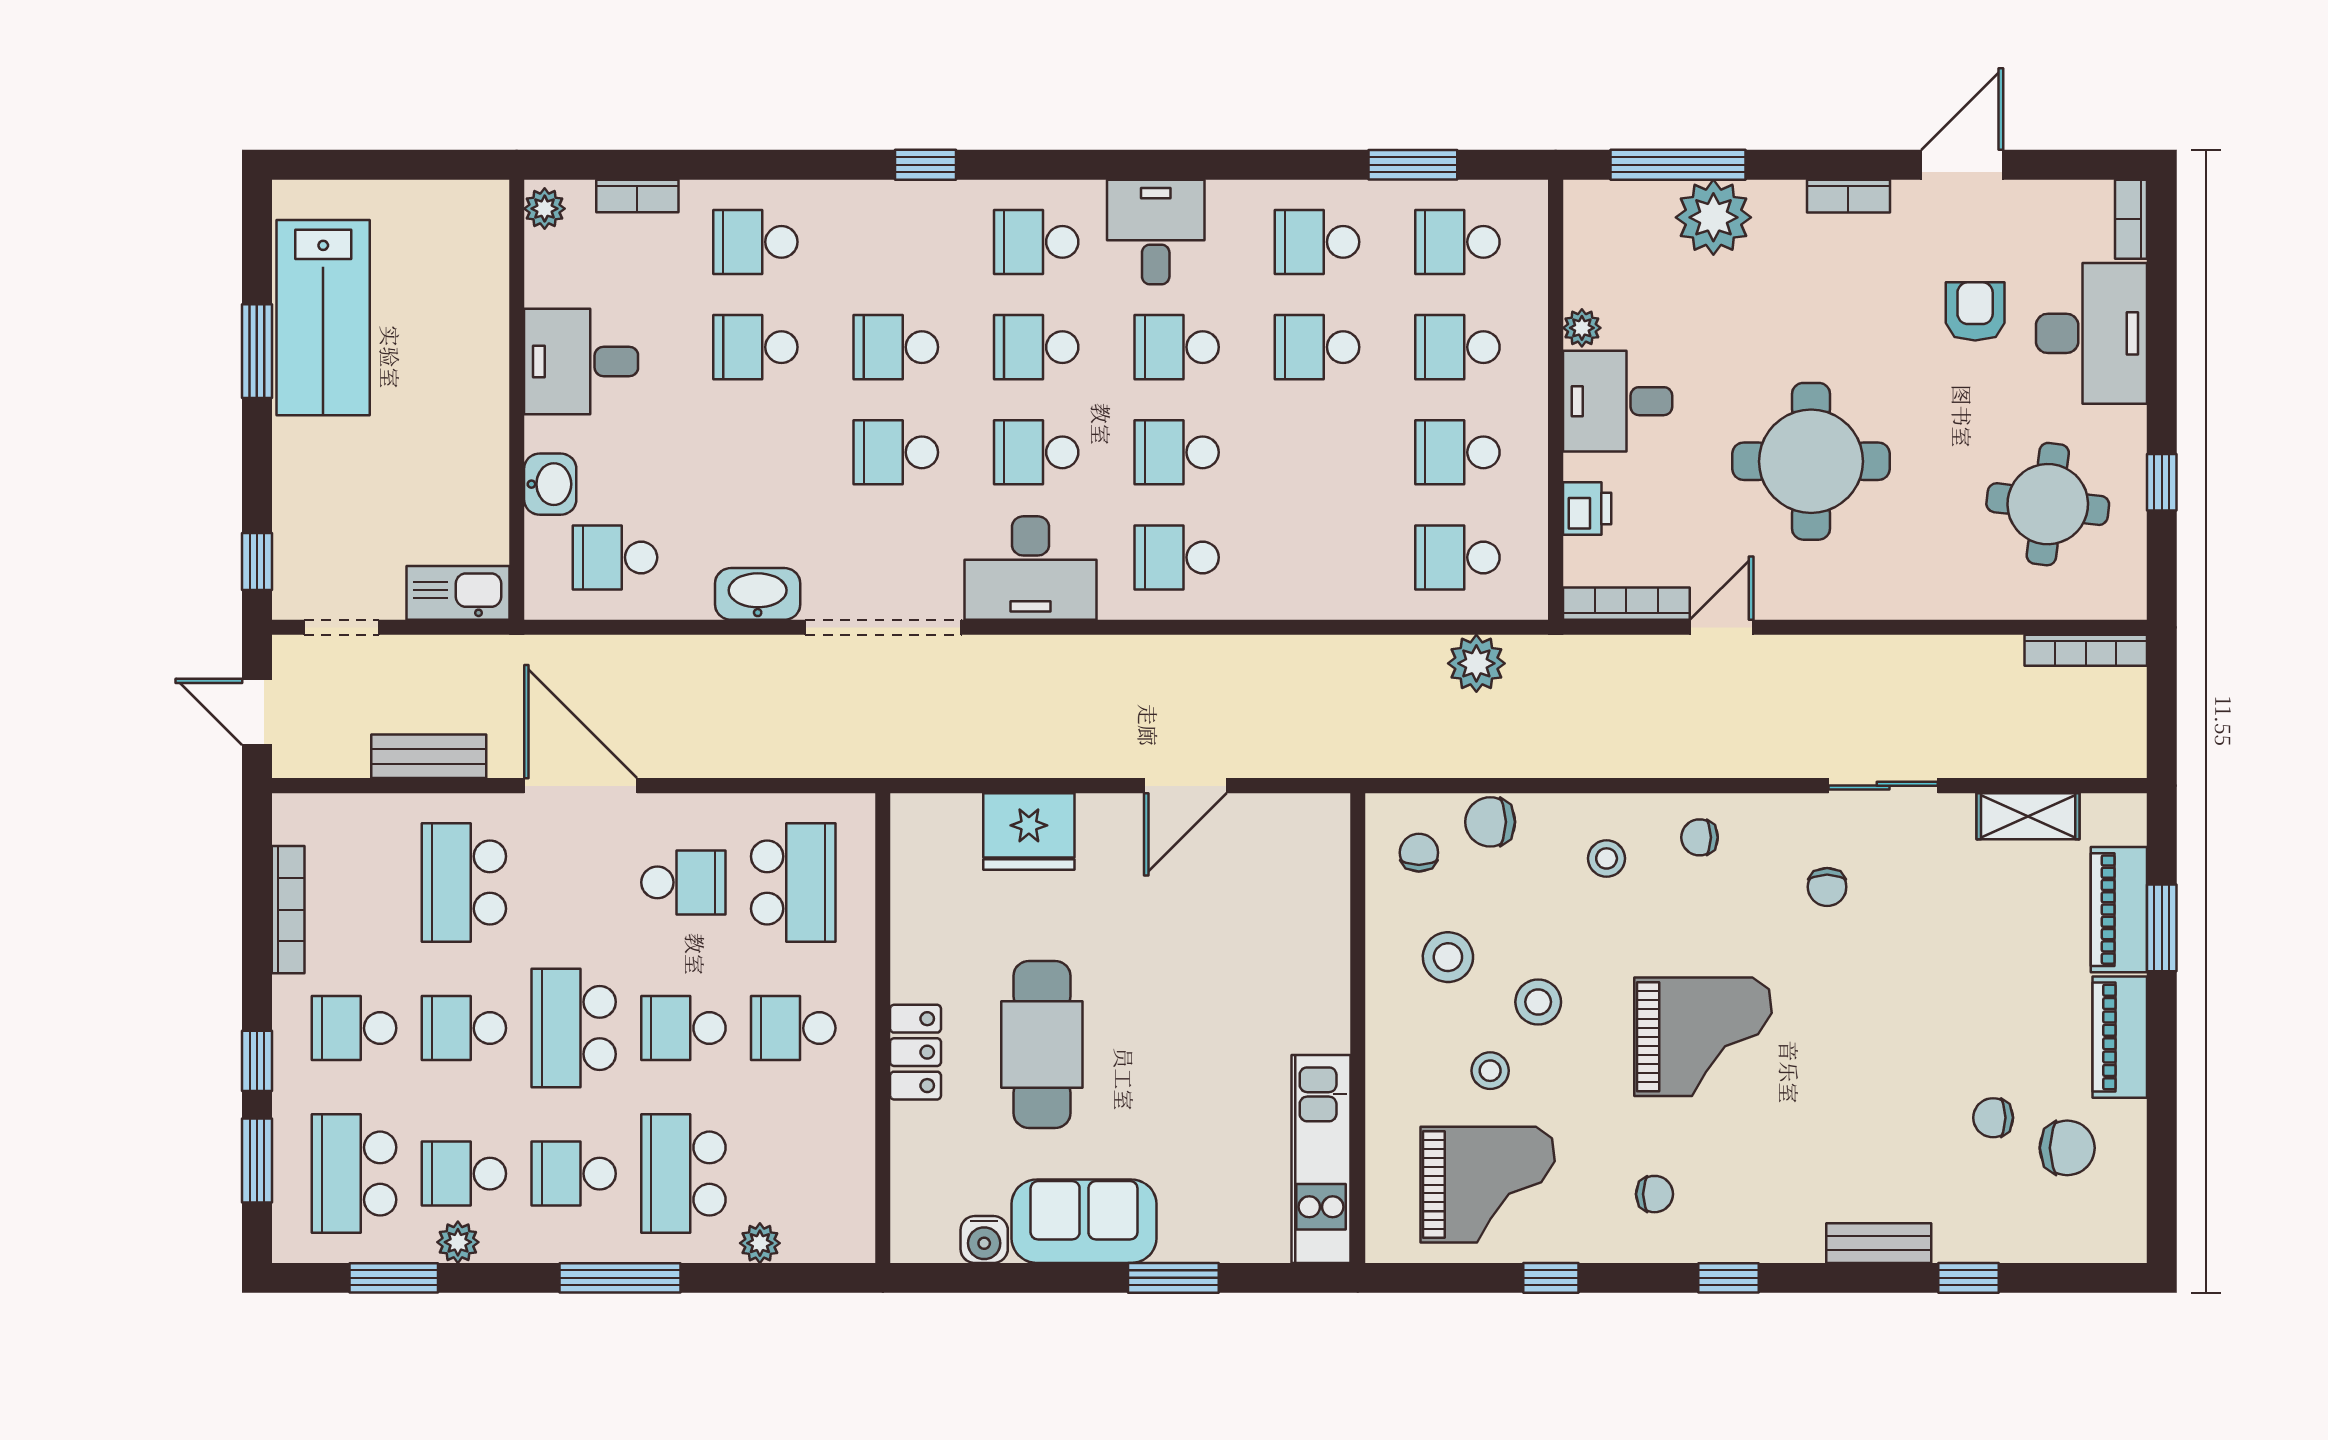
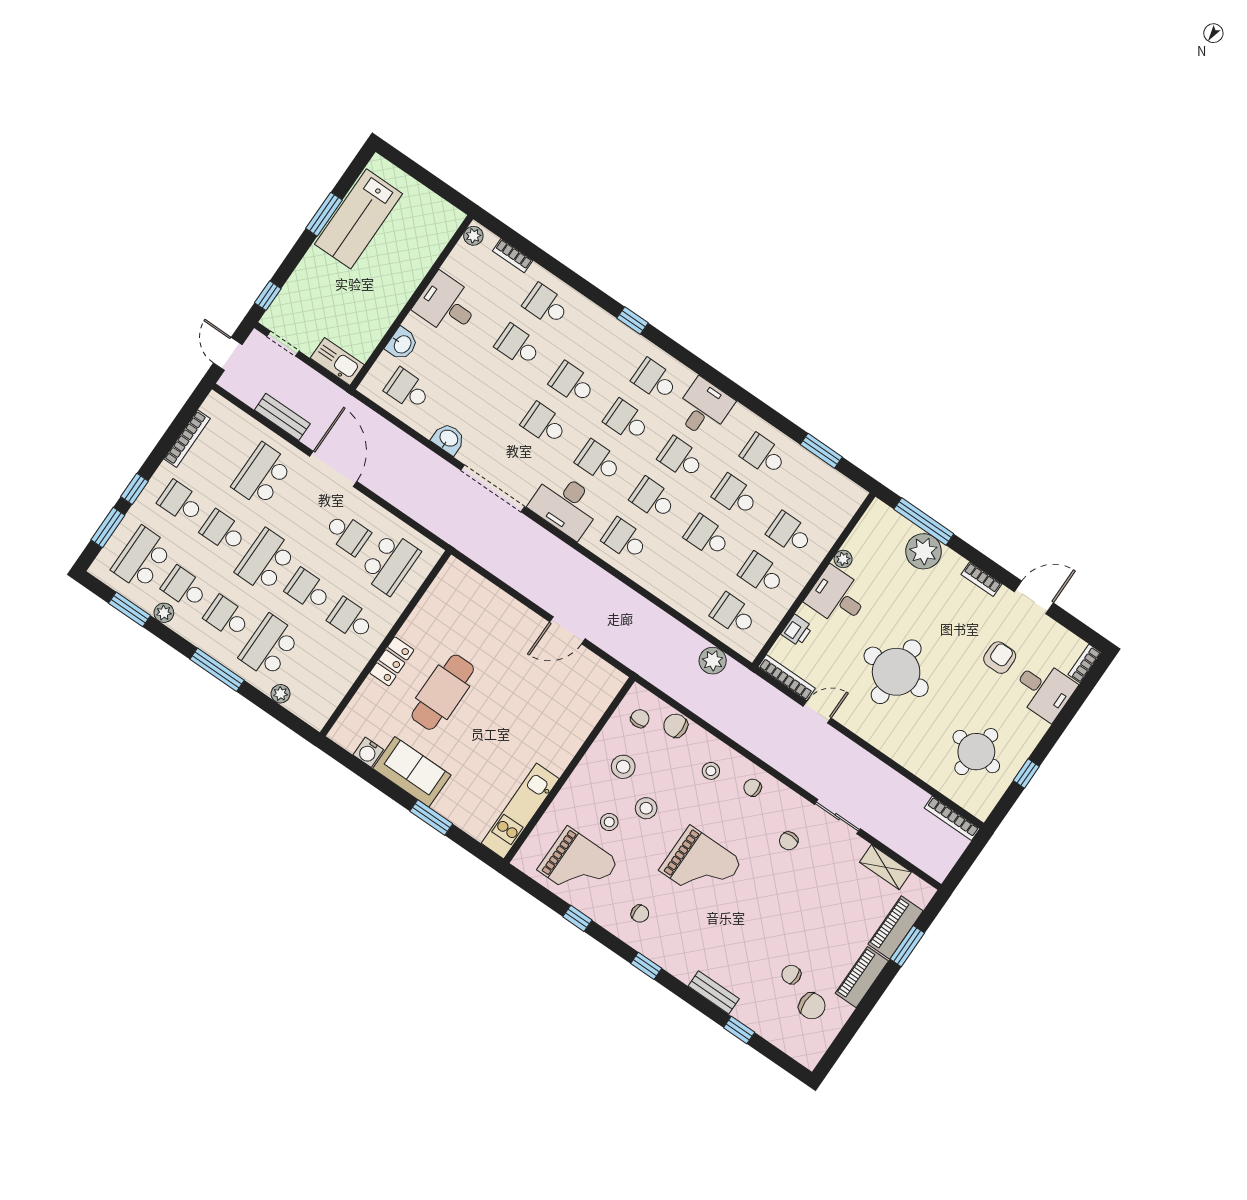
school desk: (1457, 242) -> (707, 536), moved
desk: (2091, 333) -> (1044, 690), width x0.73
washbasin: (758, 594) -> (448, 439), width x0.72
fridge: (1029, 831) -> (495, 606), removed

